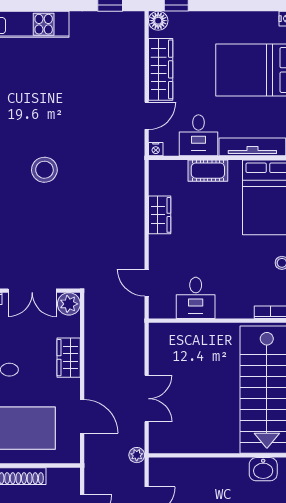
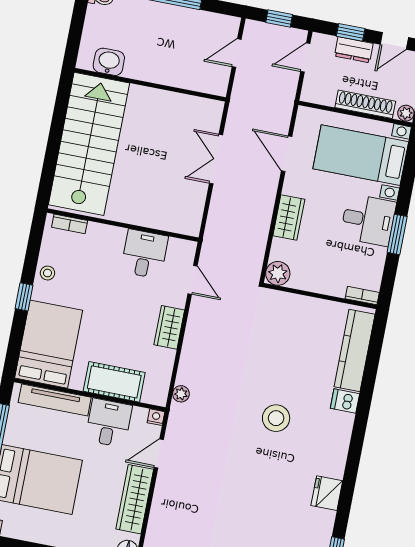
cot: (208, 171) -> (114, 382), width x1.37, depth x1.34
wardrobe: (160, 215) -> (169, 327), moved
double door: (32, 291) -> (313, 295), removed
plant: (137, 455) -> (181, 394), moved

